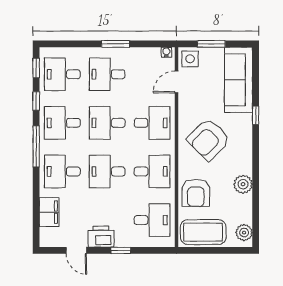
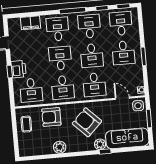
desk: (107, 74) -> (123, 53), turned 180
desk: (107, 123) -> (92, 55), turned 180
coffee table: (203, 232) -> (26, 124), width x0.54, depth x0.58
plant: (244, 233) -> (100, 144), moved
printer: (101, 237) -> (18, 69), moved

